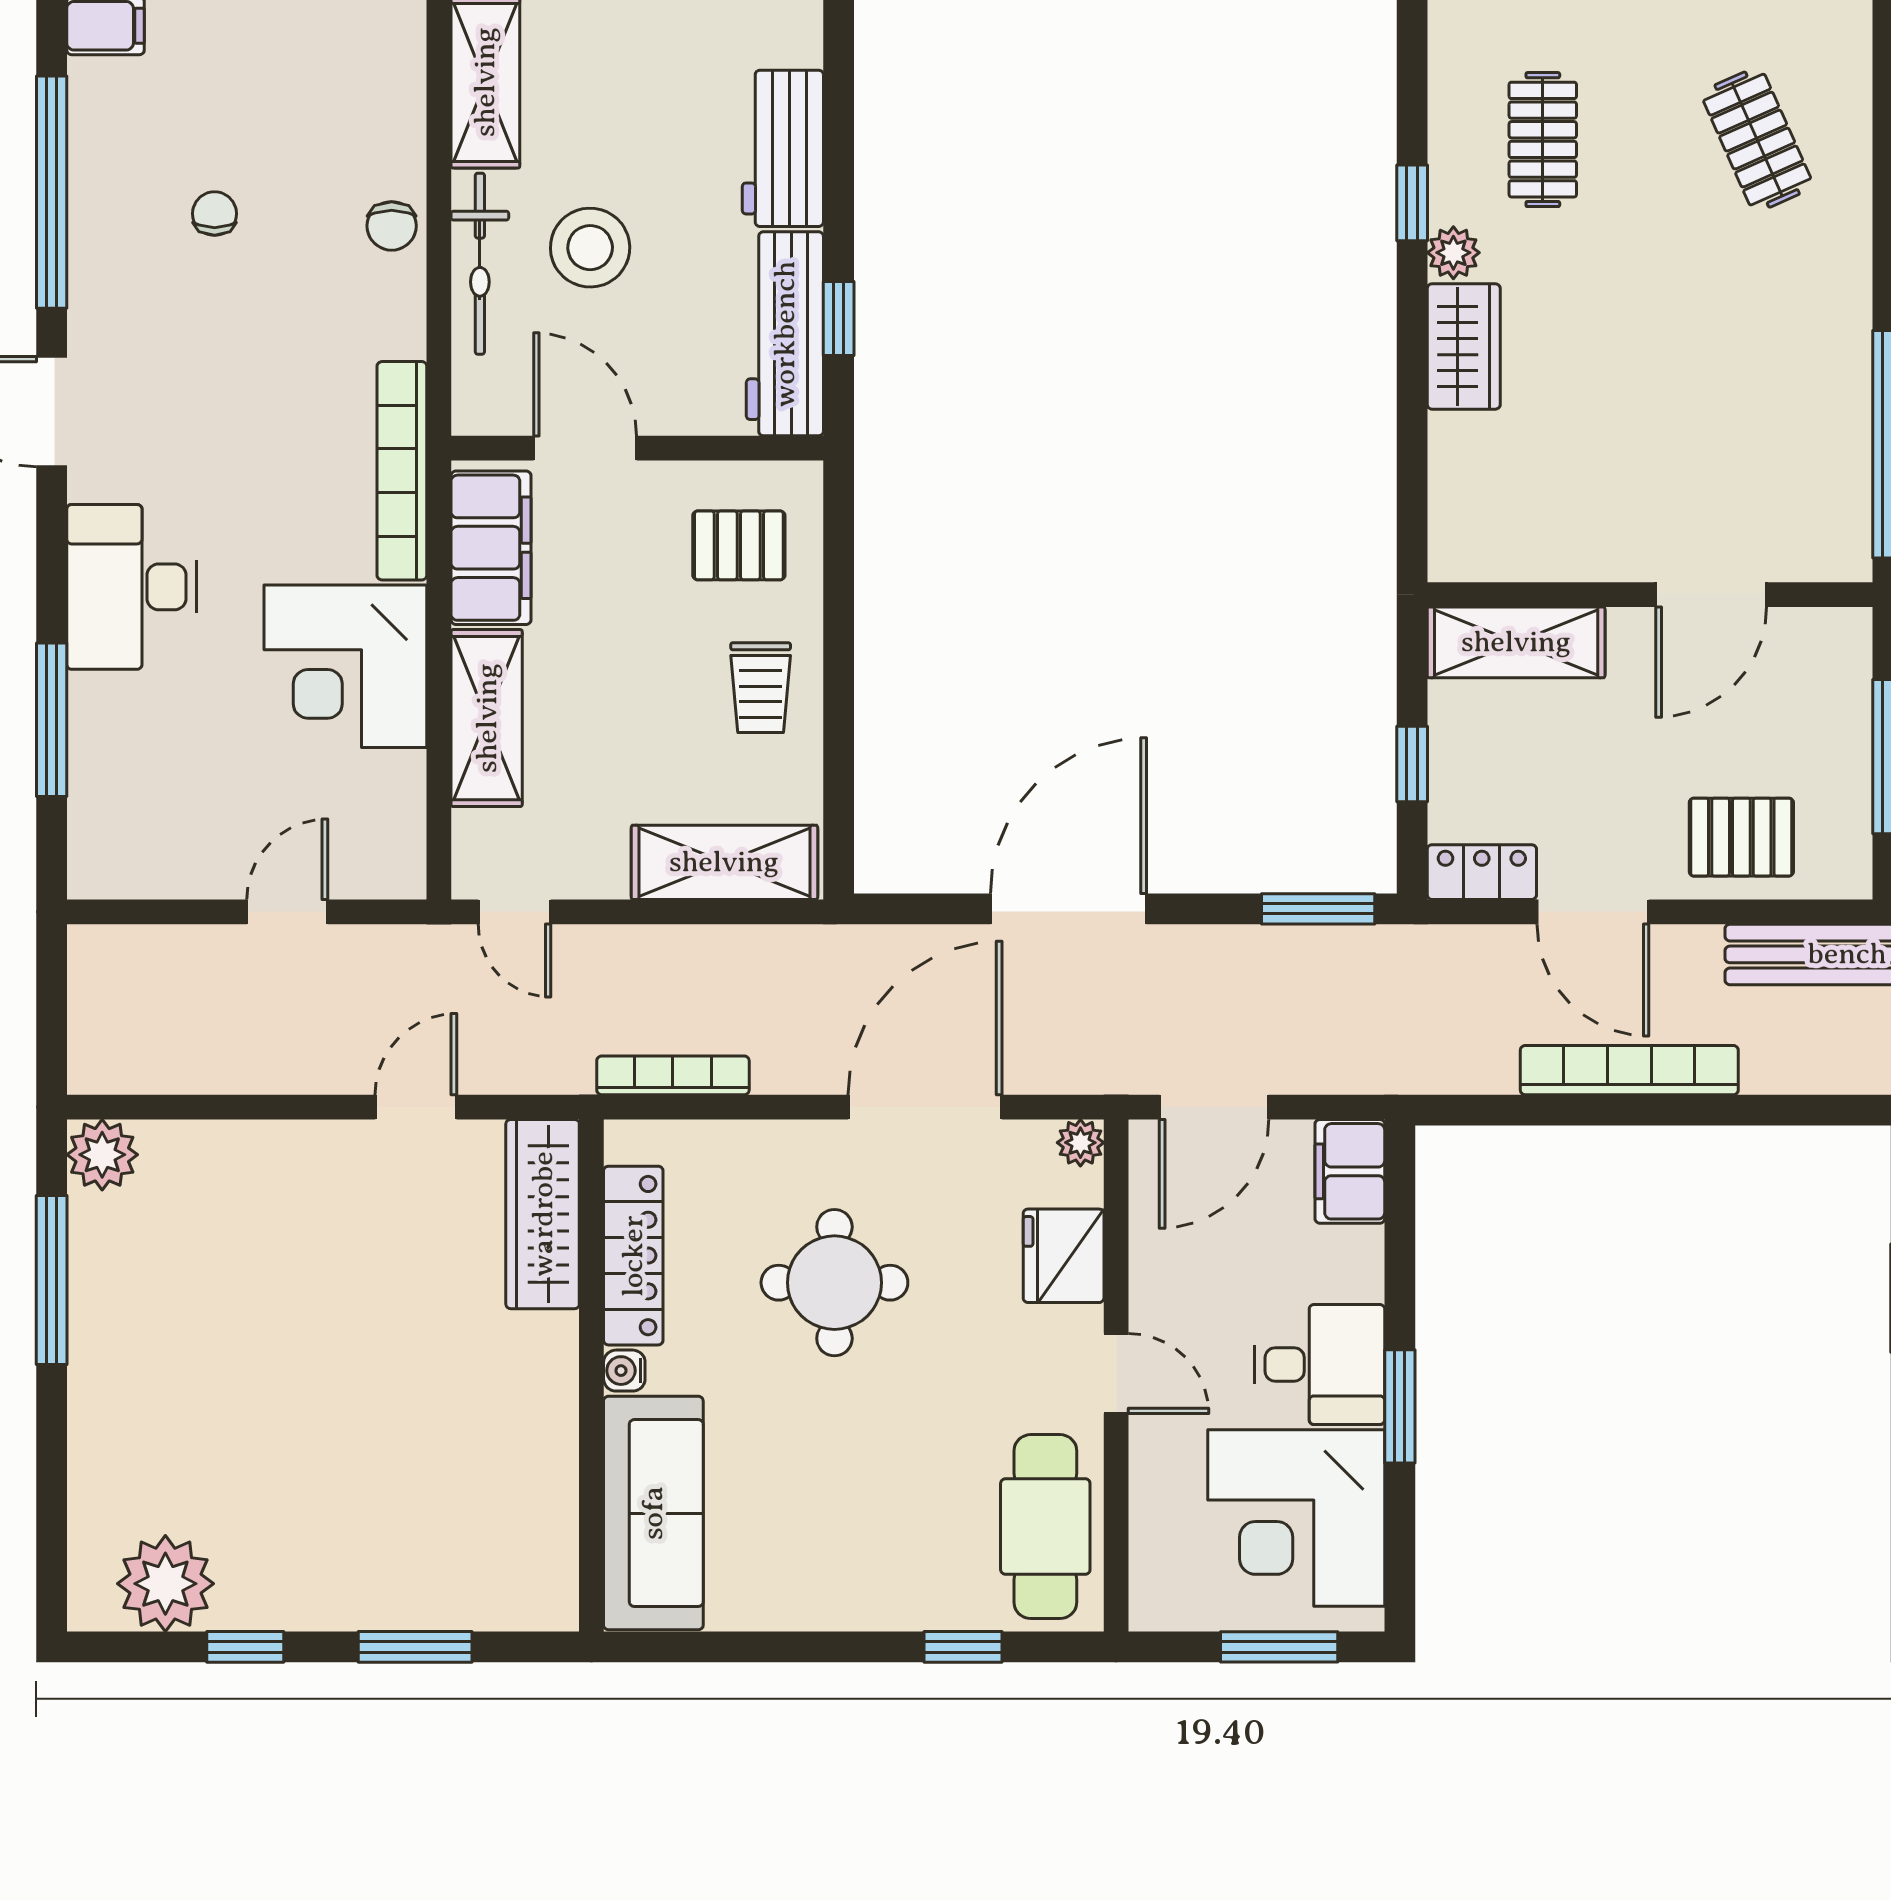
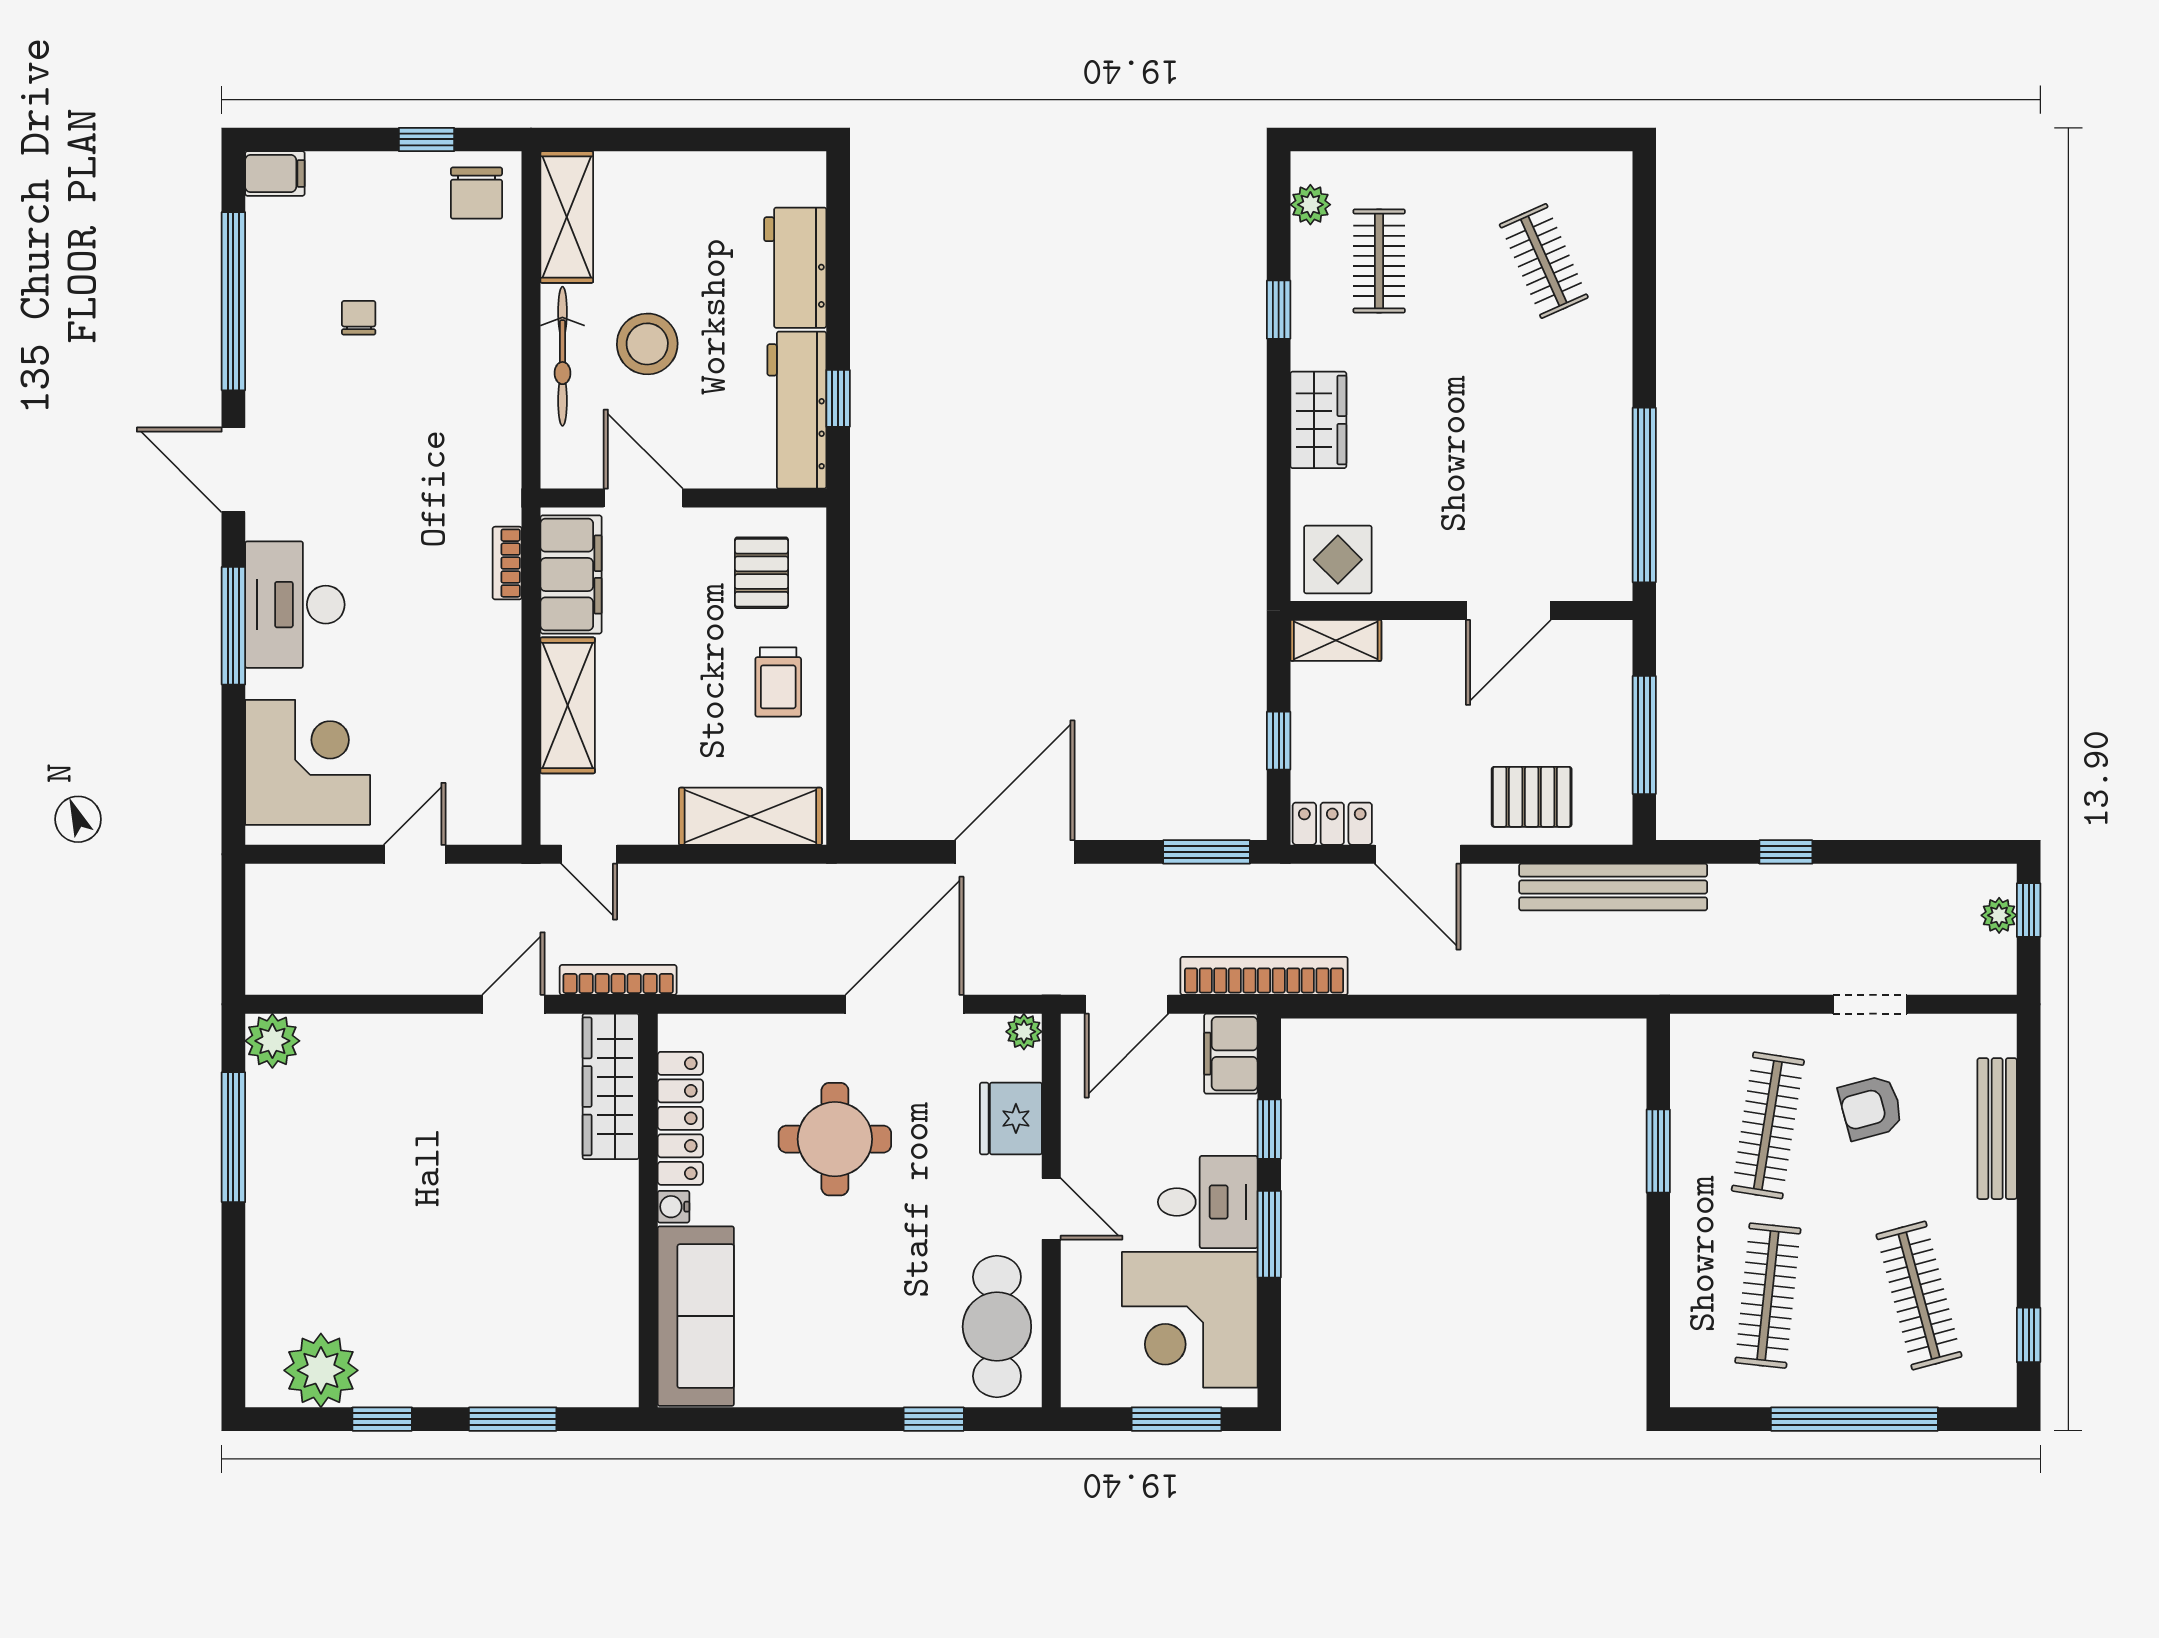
chair: (392, 226) -> (477, 193), moved, width x1.37, depth x1.37
plant: (1453, 253) -> (1310, 205), moved
bookcase: (402, 471) -> (507, 563), width x0.43, depth x0.76
display table: (1489, 528) -> (1338, 560), added
pallet: (739, 545) -> (761, 573), turned 90
shelving: (1516, 642) -> (1336, 640), width x0.67, depth x0.75
corner desk: (345, 666) -> (308, 762), moved, turned 180
window: (52, 720) -> (233, 626), moved
bookcase: (1629, 1070) -> (1264, 976), moved
bookcase: (673, 1075) -> (618, 980), moved
window: (1400, 1270) -> (1269, 1129), added

